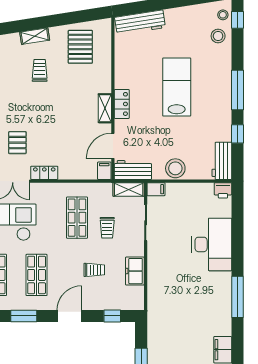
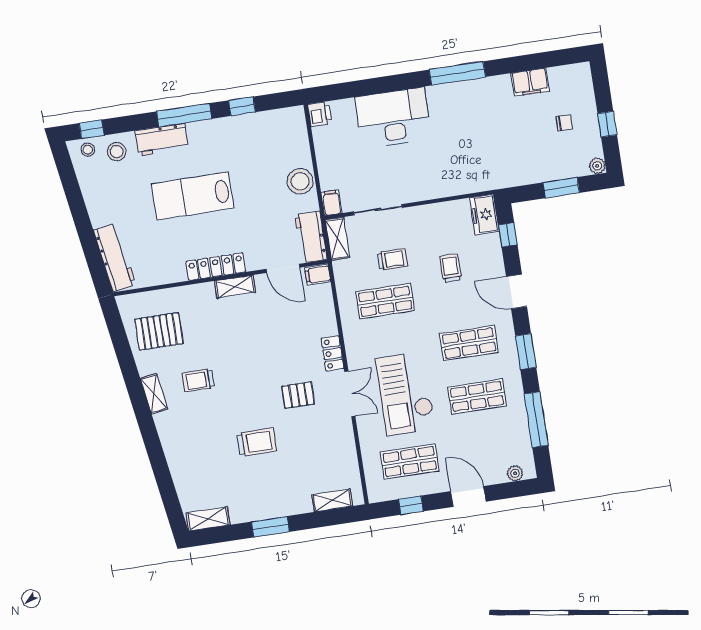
locker: (122, 104) -> (216, 267), width x1.53
workbench: (222, 161) -> (162, 140), moved
freezer: (135, 271) -> (484, 215), moved, turned 90

